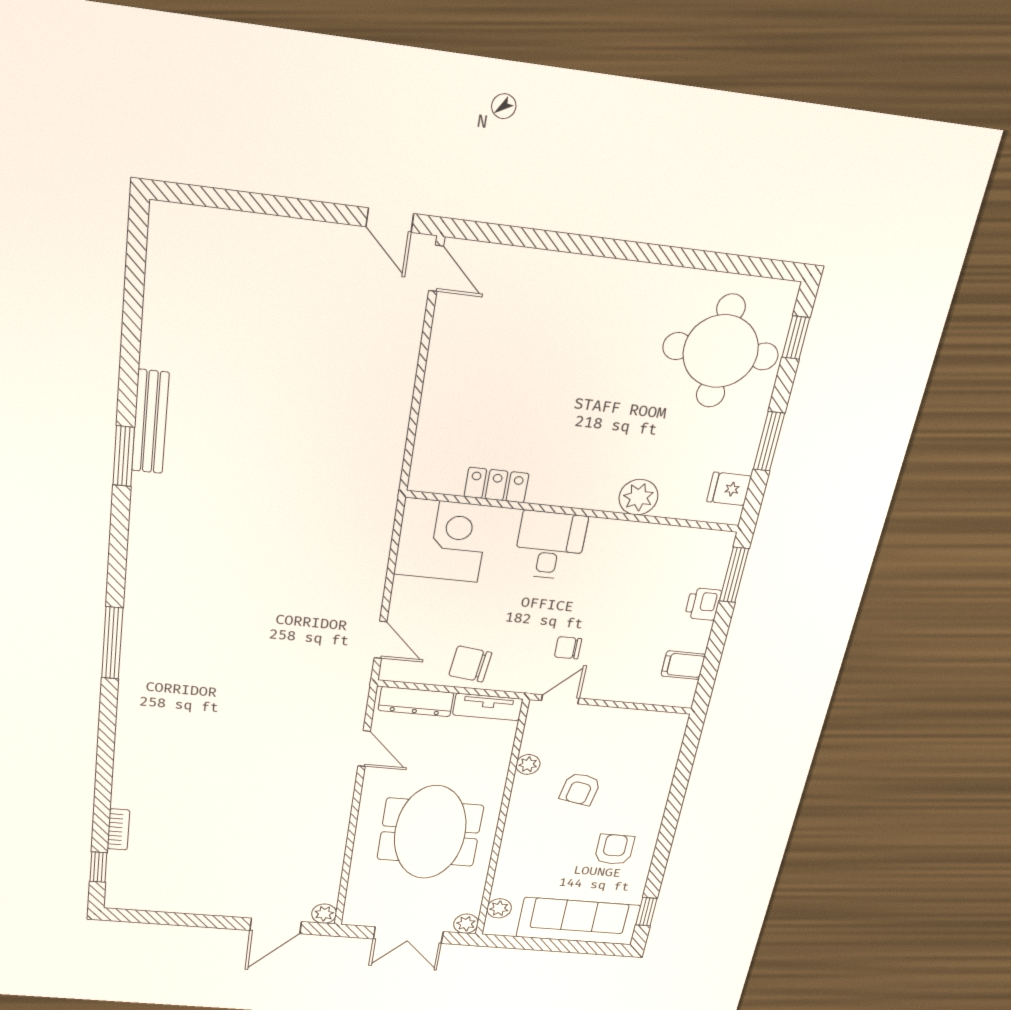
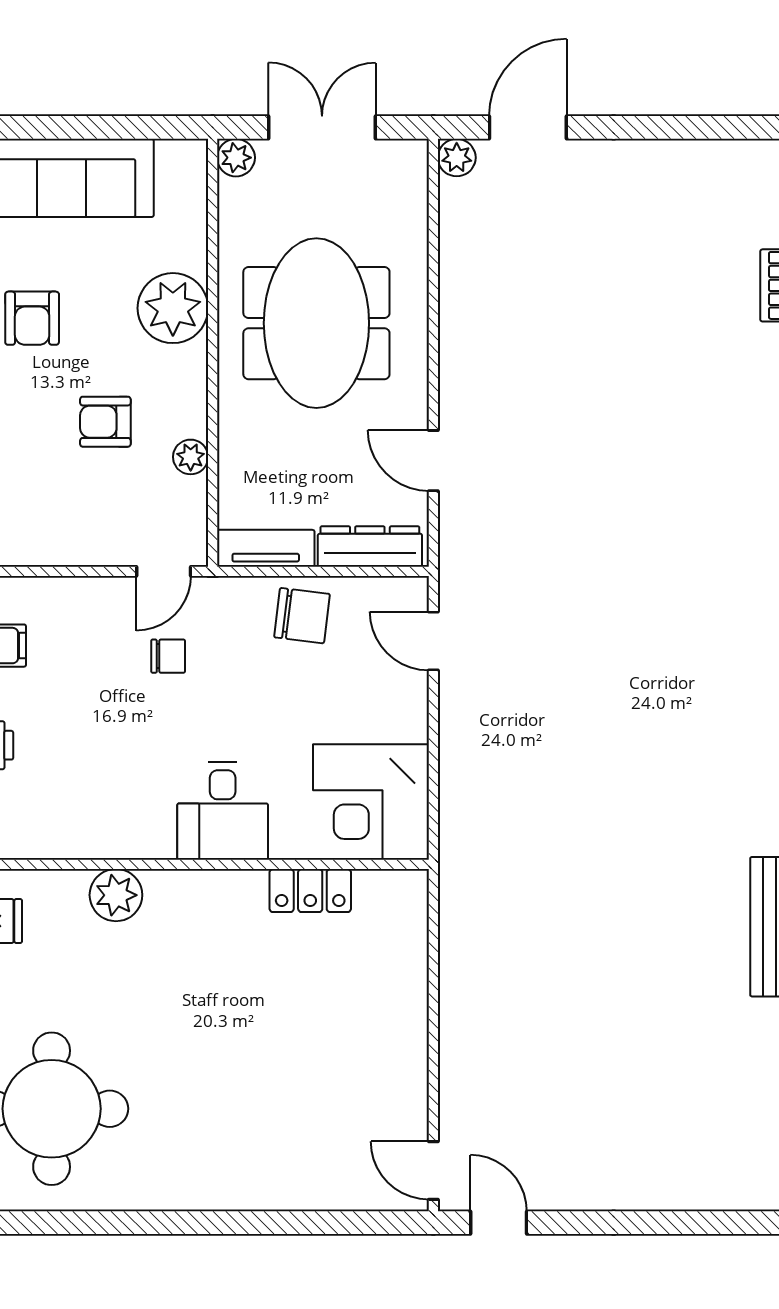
armchair: (580, 789) -> (105, 422), turned -101
plant: (499, 908) -> (173, 308), moved, width x1.88, depth x1.88

